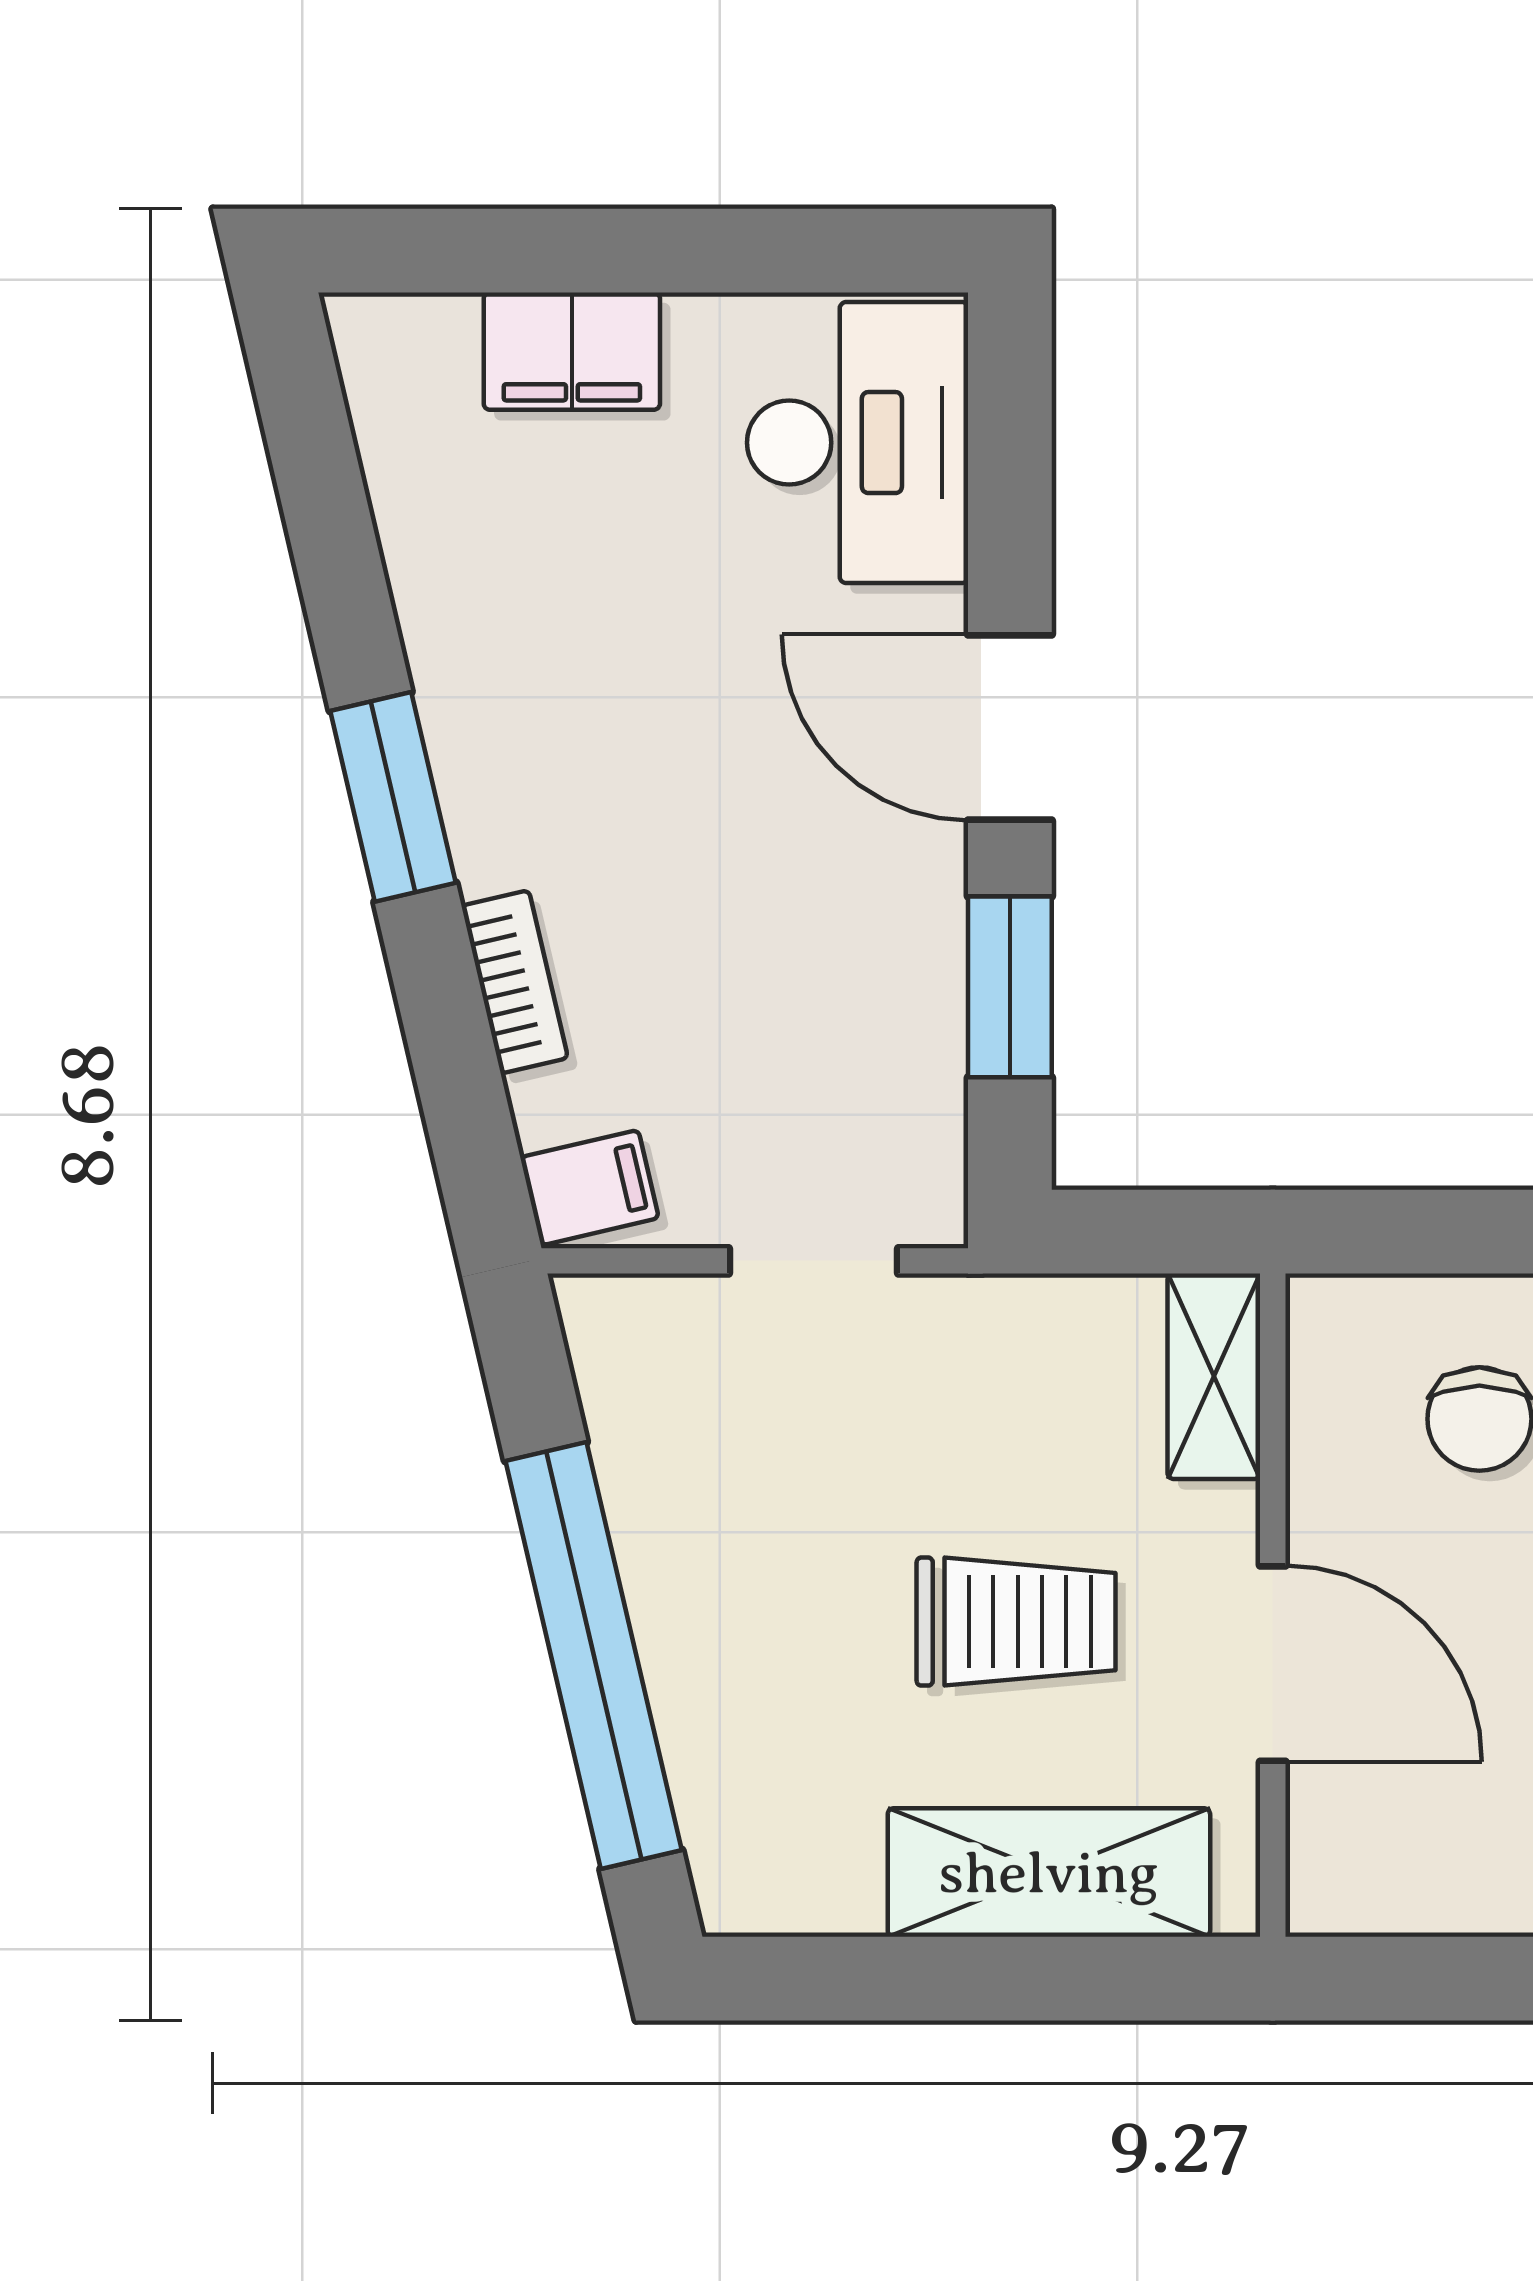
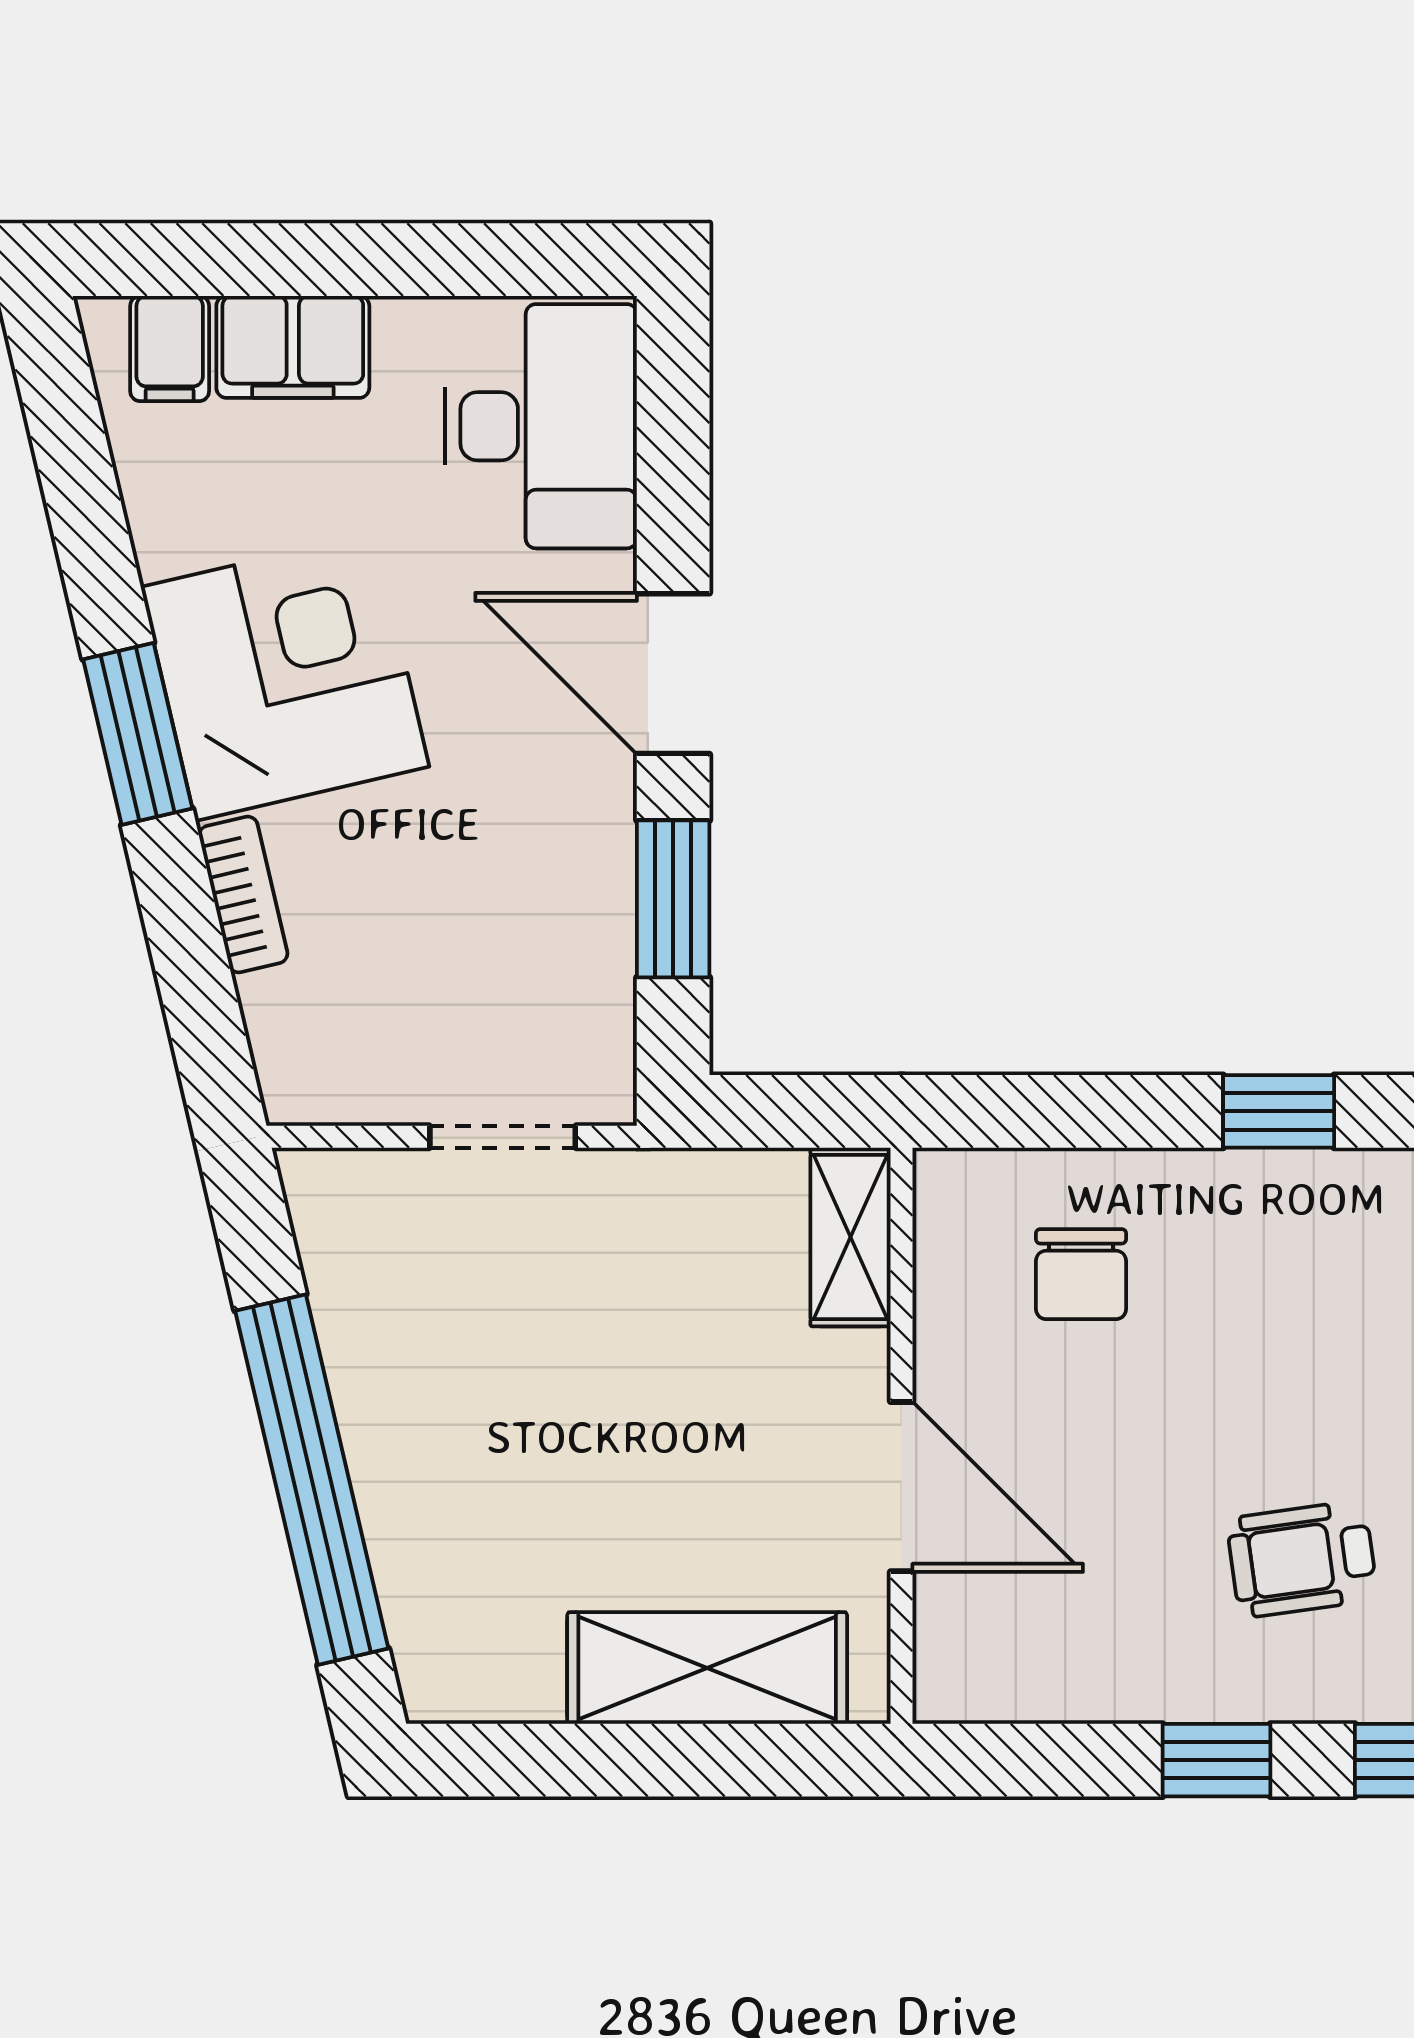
corner desk: (563, 731) -> (285, 677), added
filing cabinet: (590, 1188) -> (170, 349), moved, turned 103
trolley: (1016, 1622) -> (679, 1450), removed

